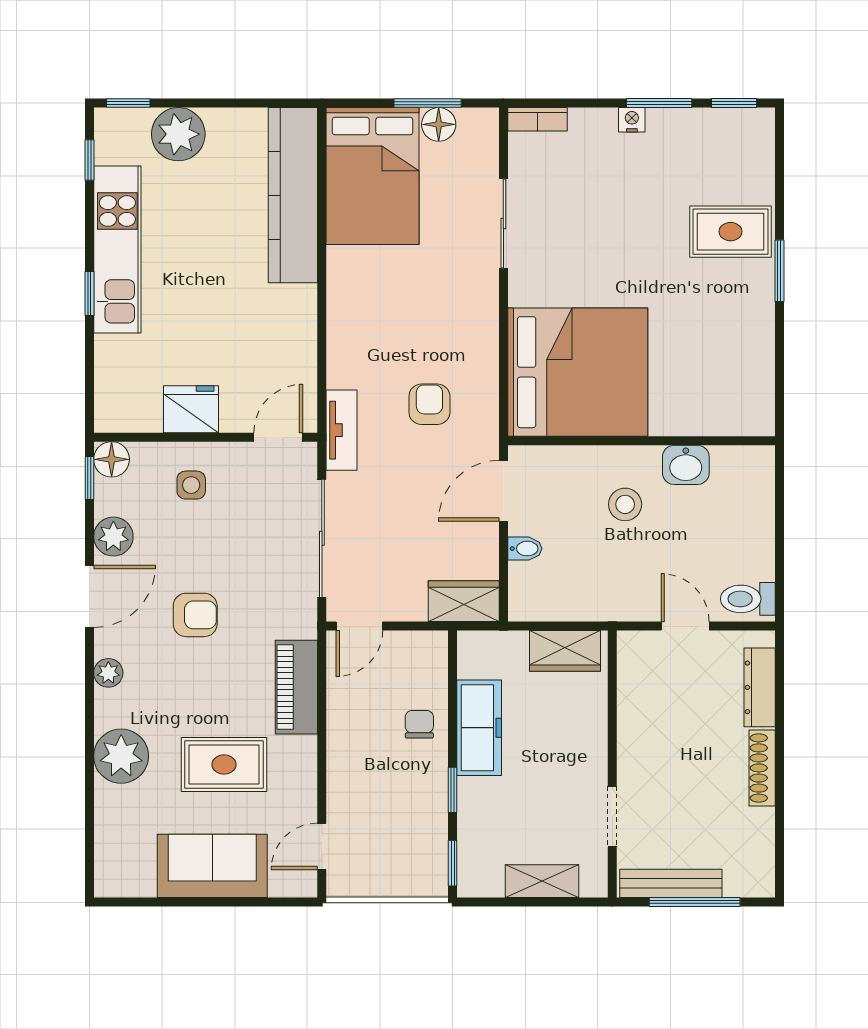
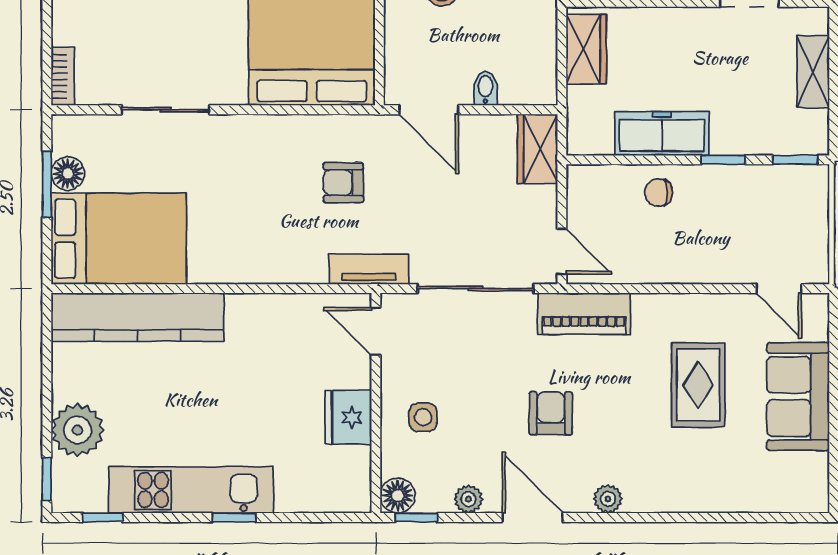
plant: (113, 537) -> (468, 499), width x0.73, depth x0.73
piano: (296, 687) -> (584, 314), moved
plant: (121, 756) -> (690, 486), removed

